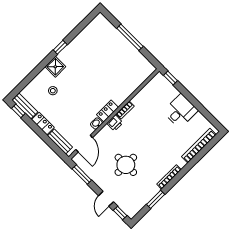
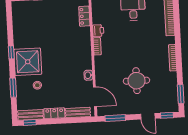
shower: (55, 67) -> (28, 62), width x1.86, depth x1.86
window: (34, 73) -> (13, 88), added
locker: (108, 111) -> (84, 16), moved
printer: (115, 123) -> (98, 31), moved
window: (156, 199) -> (181, 94), moved

